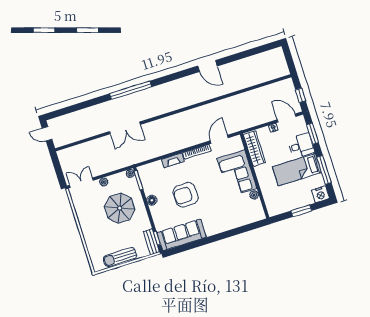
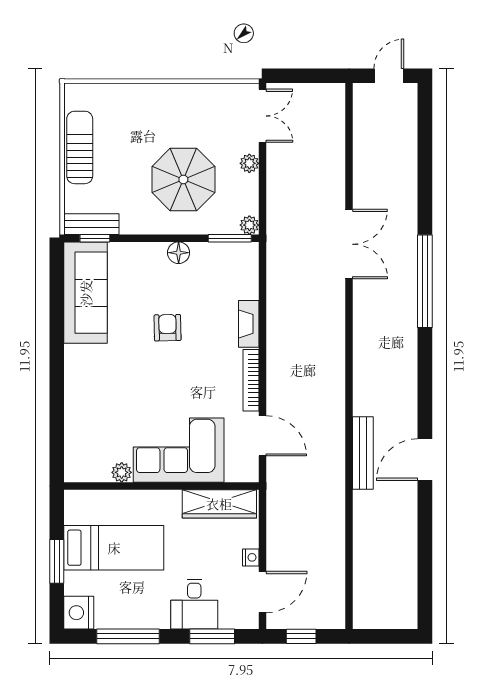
bench: (213, 94) -> (363, 453), added
double door: (125, 128) -> (349, 244), swing flipped
bed: (297, 170) -> (114, 548), moved, turned 90
armchair: (186, 195) -> (168, 328), width x0.53, depth x0.53

